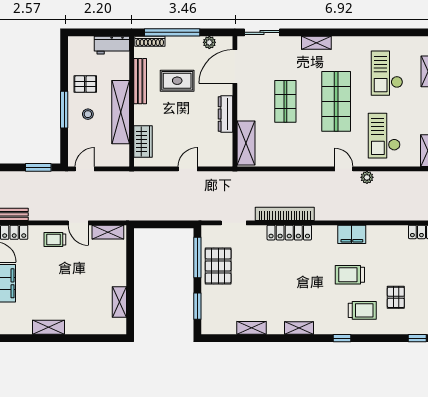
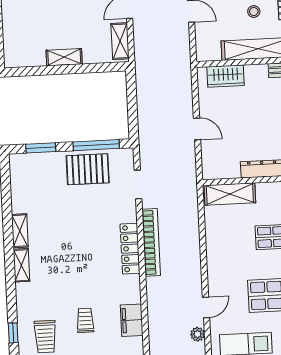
trolley: (350, 275) -> (85, 320), width x0.73, depth x0.72
shelving: (119, 302) -> (64, 57), moved
shelving: (252, 328) -> (20, 231), moved
window: (342, 338) -> (13, 333), moved

